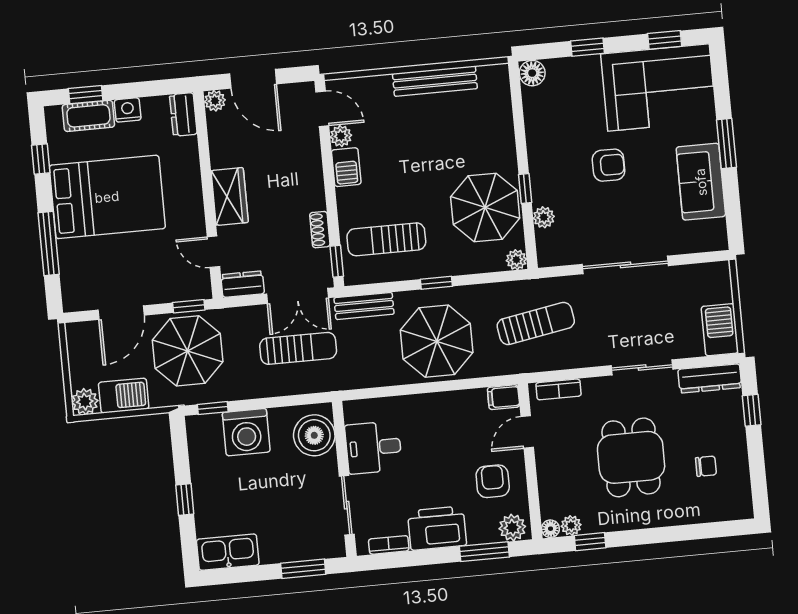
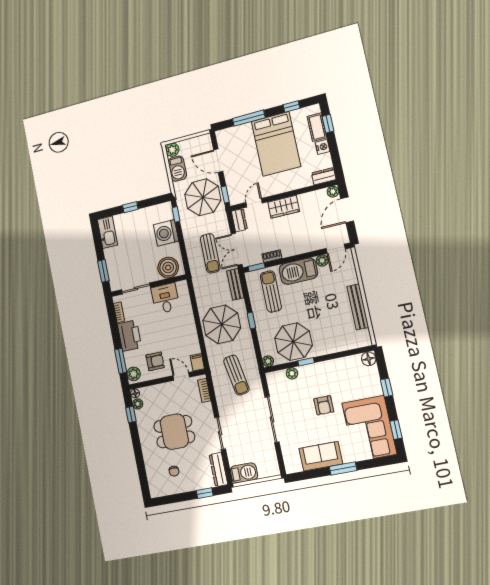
barbecue: (346, 167) -> (298, 271), width x1.88, depth x1.53

